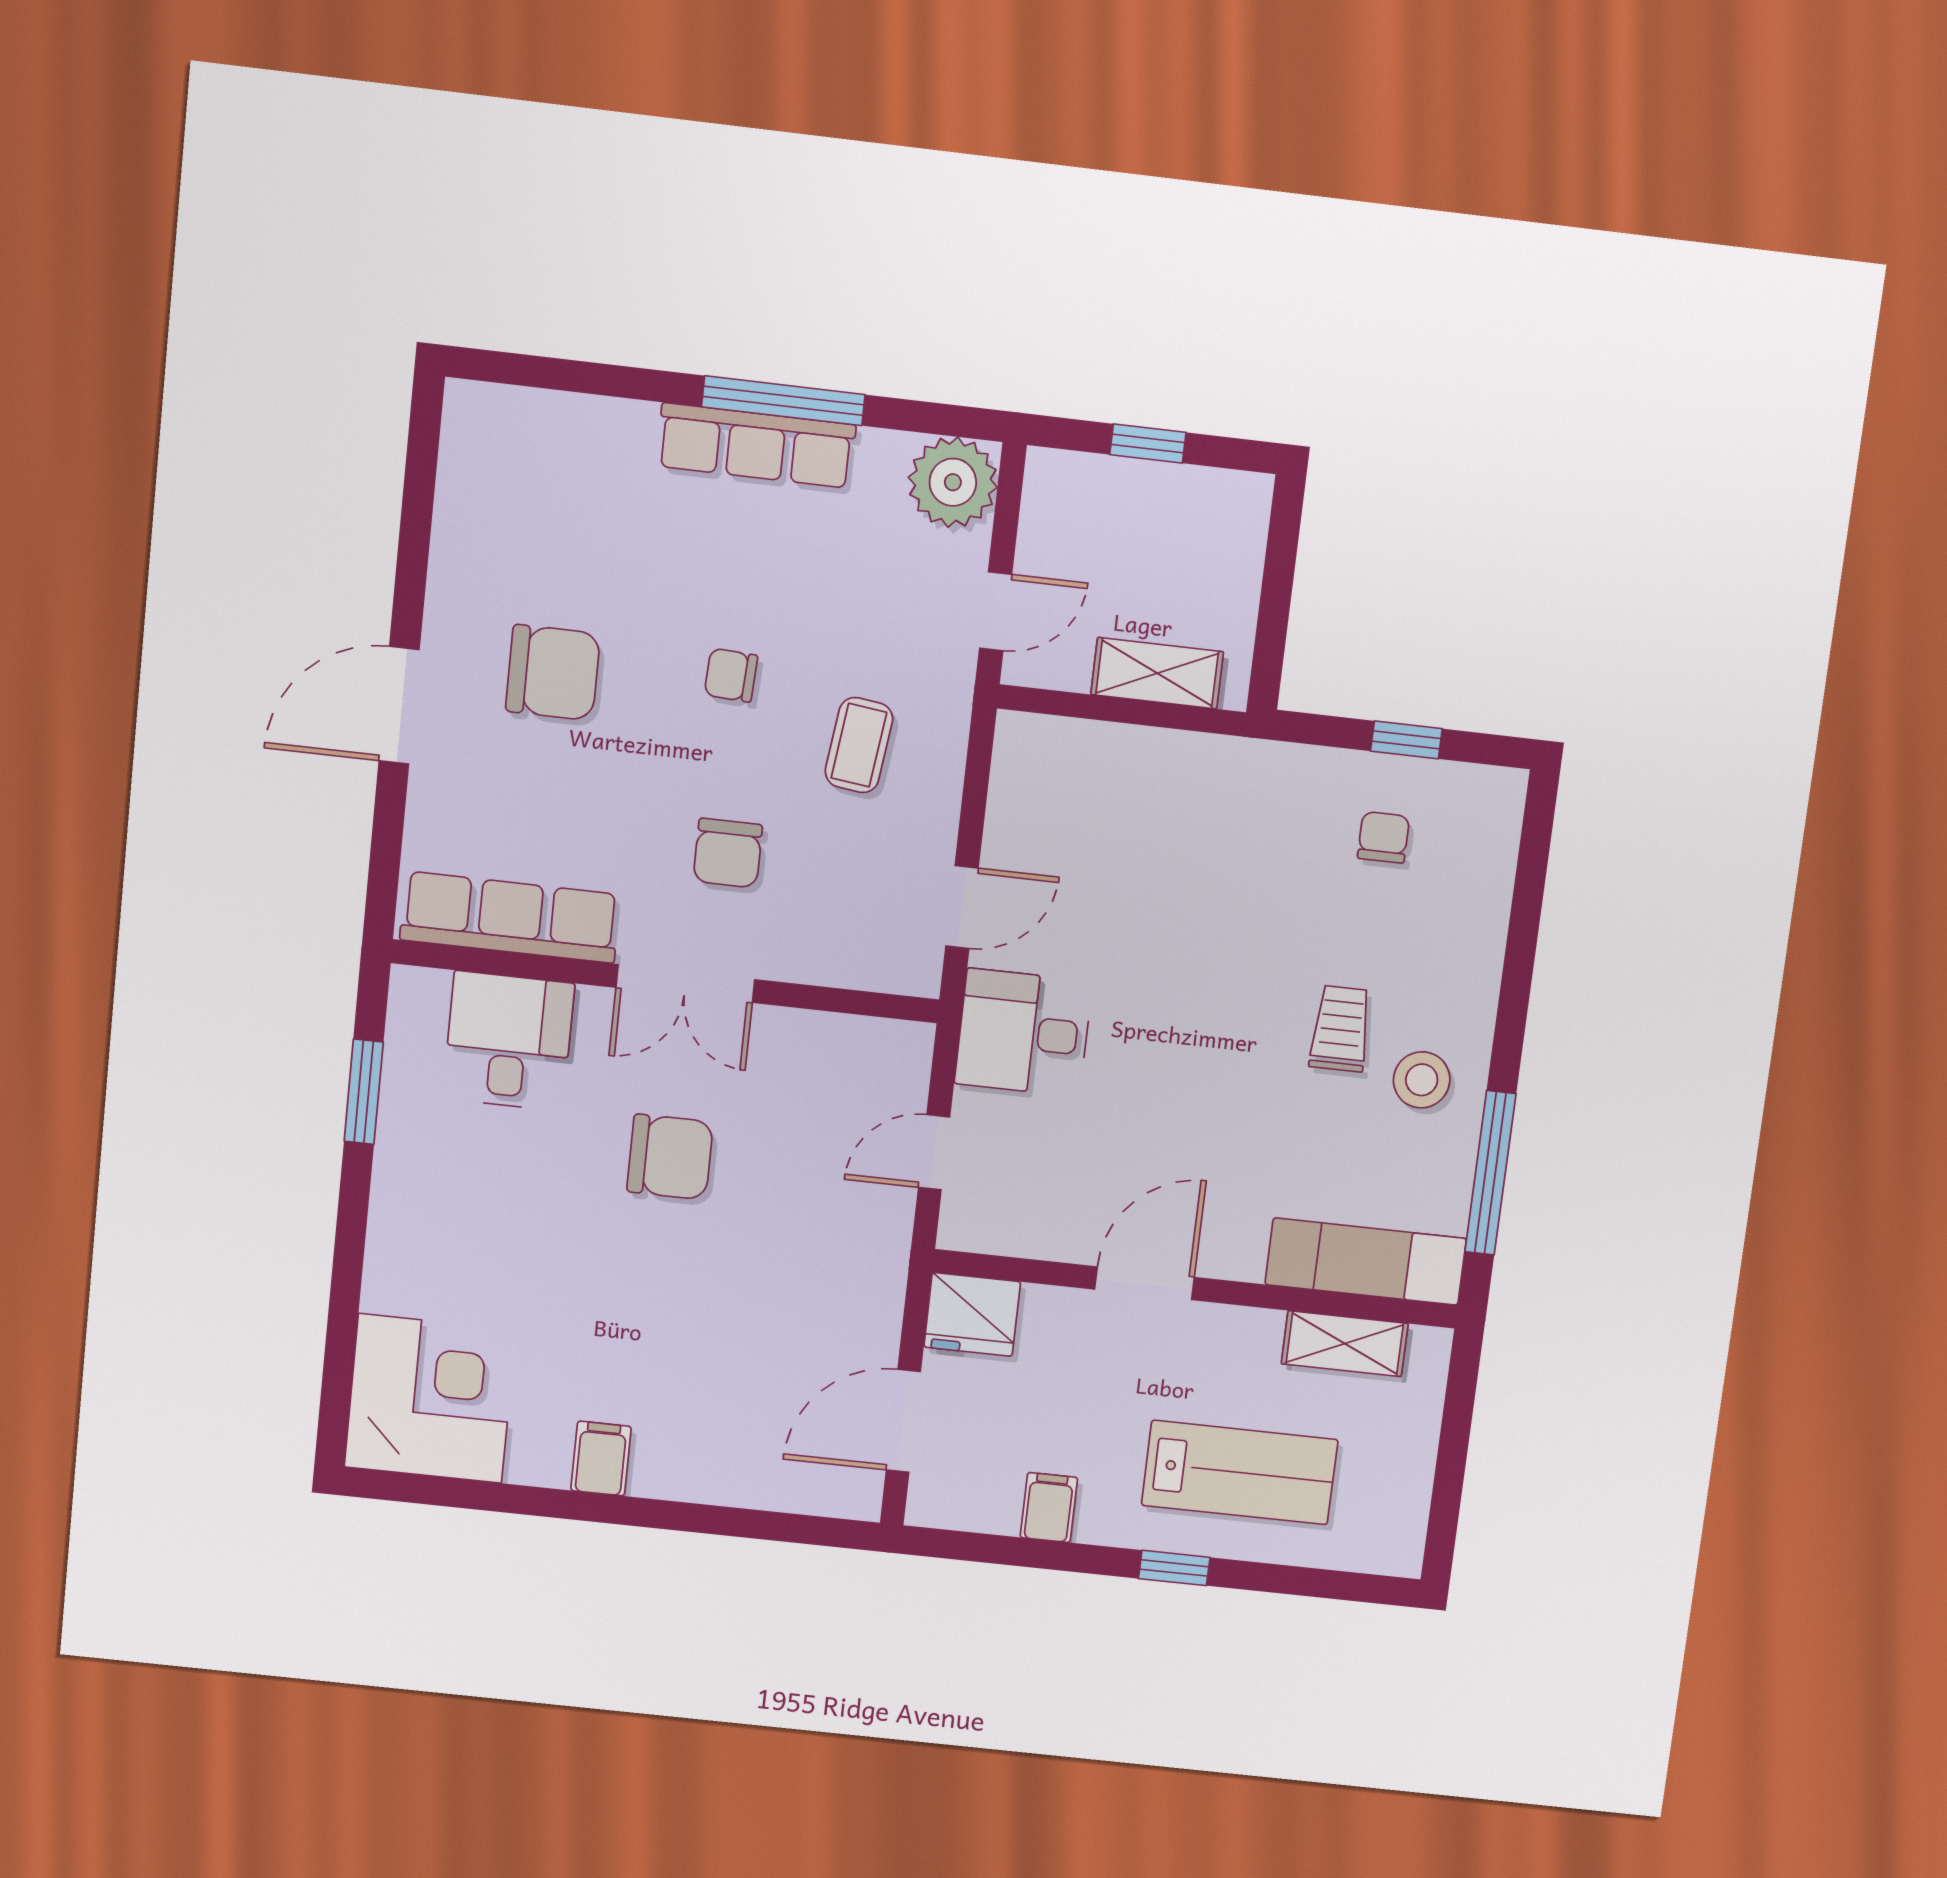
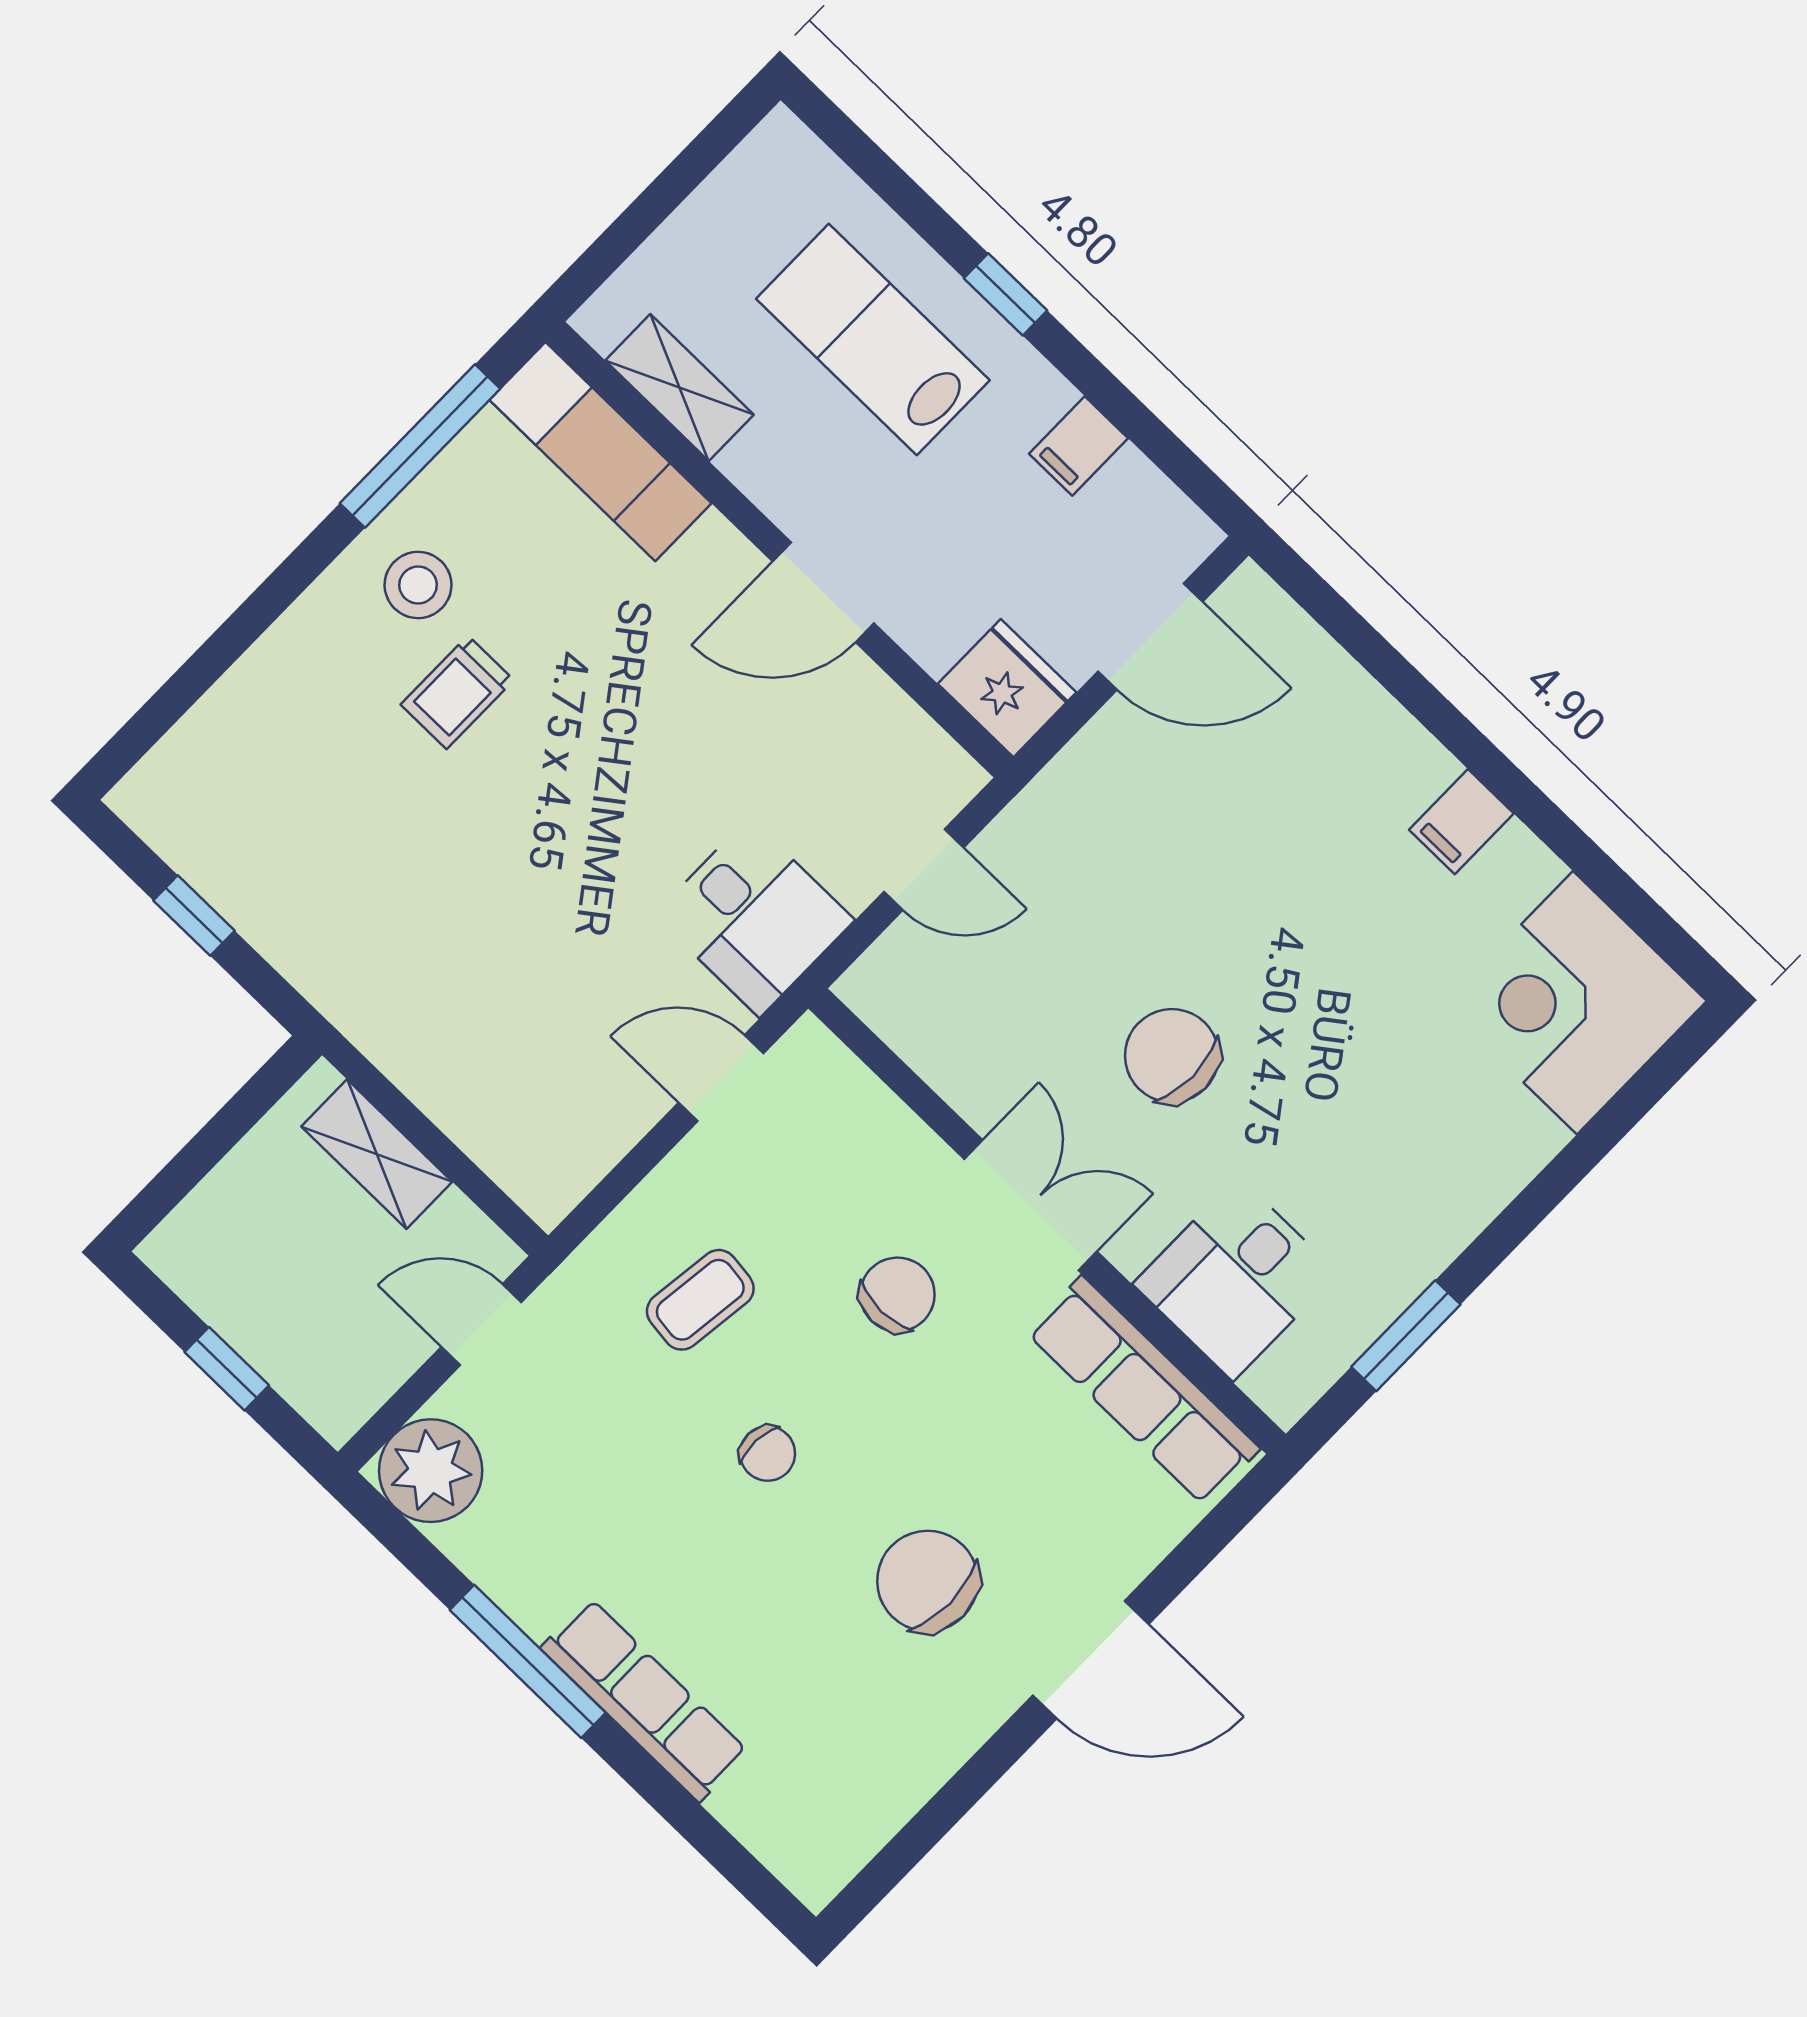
row of seats: (756, 445) -> (644, 1700), moved
chair: (1383, 837) -> (283, 841), removed

